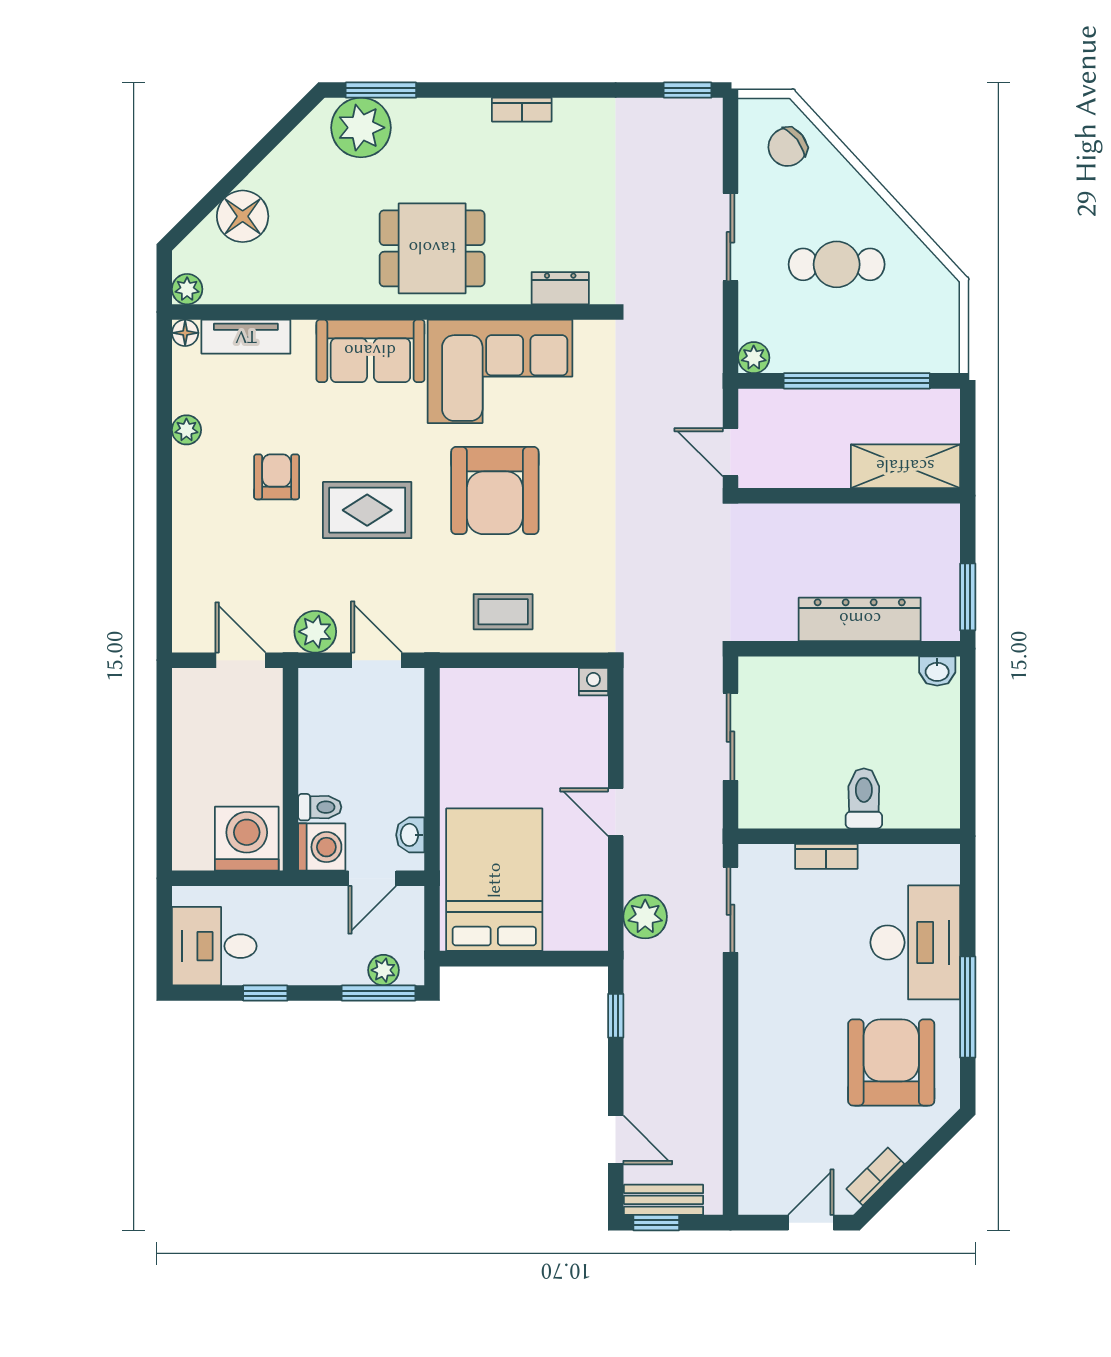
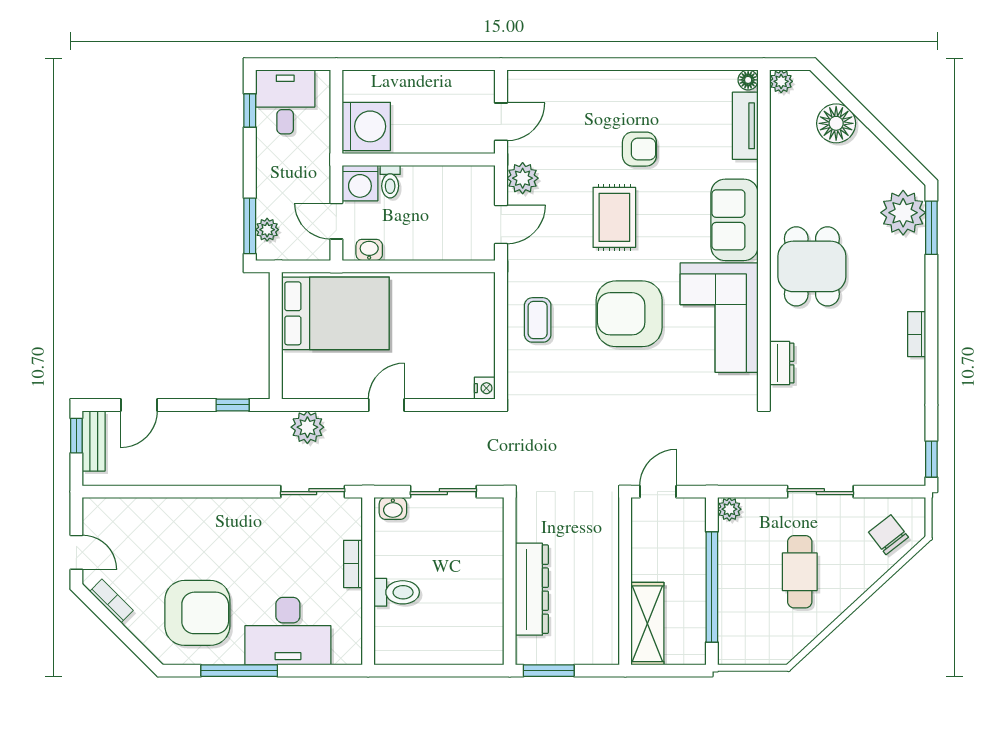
plant: (186, 430) -> (675, 81), removed
washbasin: (937, 671) -> (393, 508), moved, turned -90
window: (265, 993) -> (250, 110), moved

